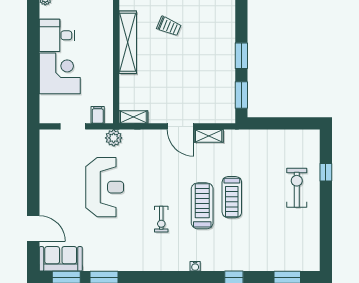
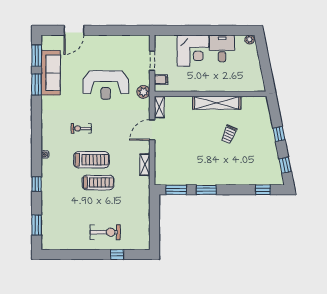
door: (180, 126) -> (152, 130), moved
treadmill: (232, 197) -> (98, 182), turned 180
sofa: (61, 259) -> (51, 73), moved, width x1.36

